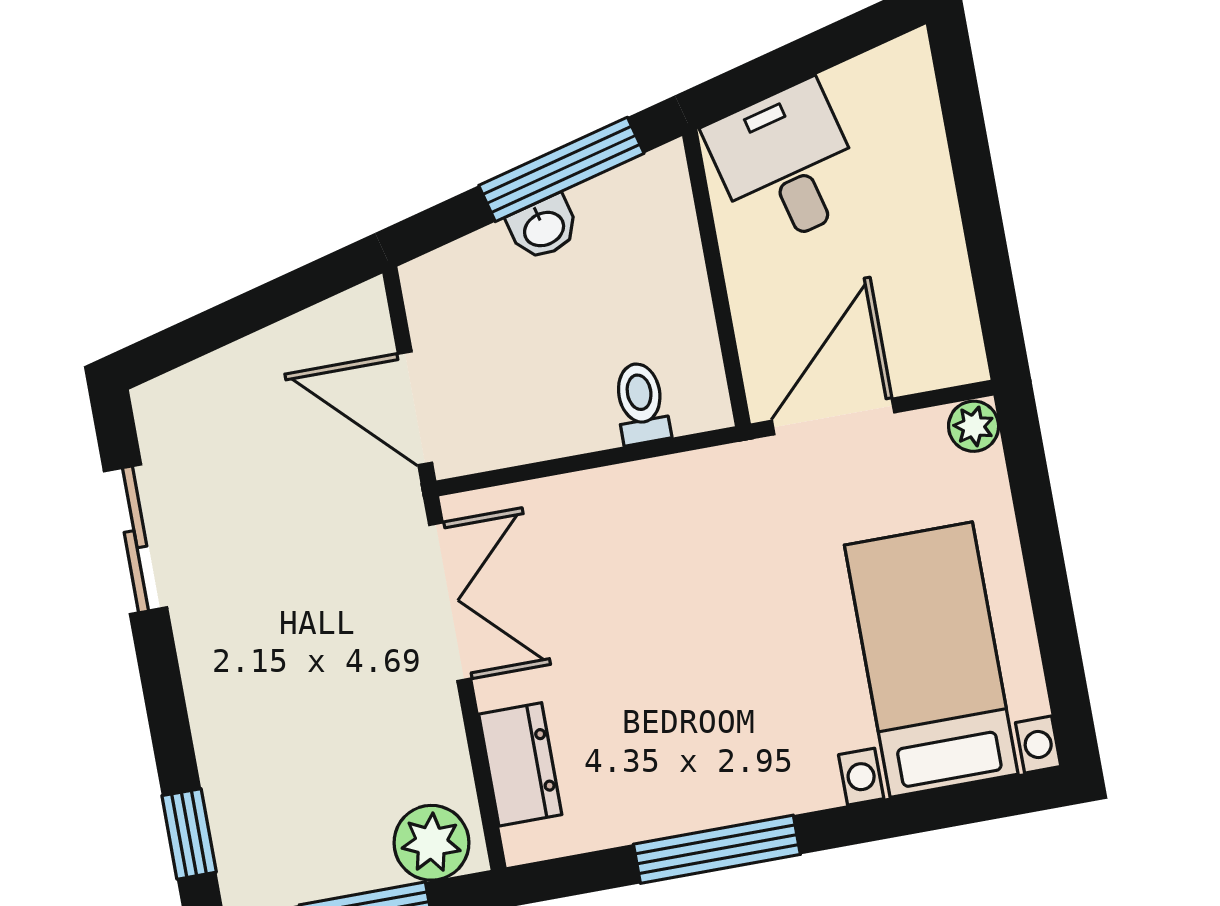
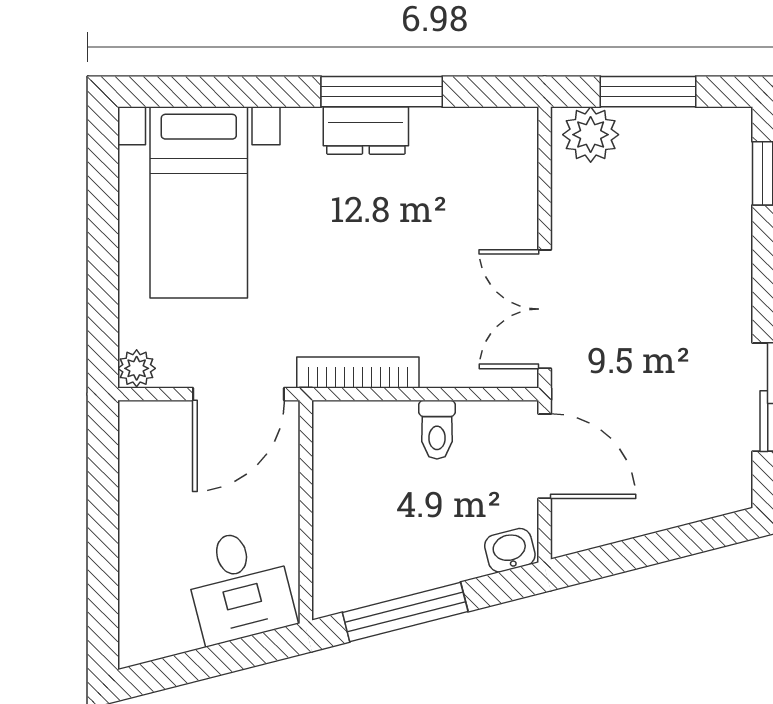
washbasin: (543, 228) -> (510, 550), moved
toilet: (641, 403) -> (437, 430), moved
bookcase: (681, 474) -> (358, 373), added
dresser: (520, 764) -> (366, 130), moved, turned -90

